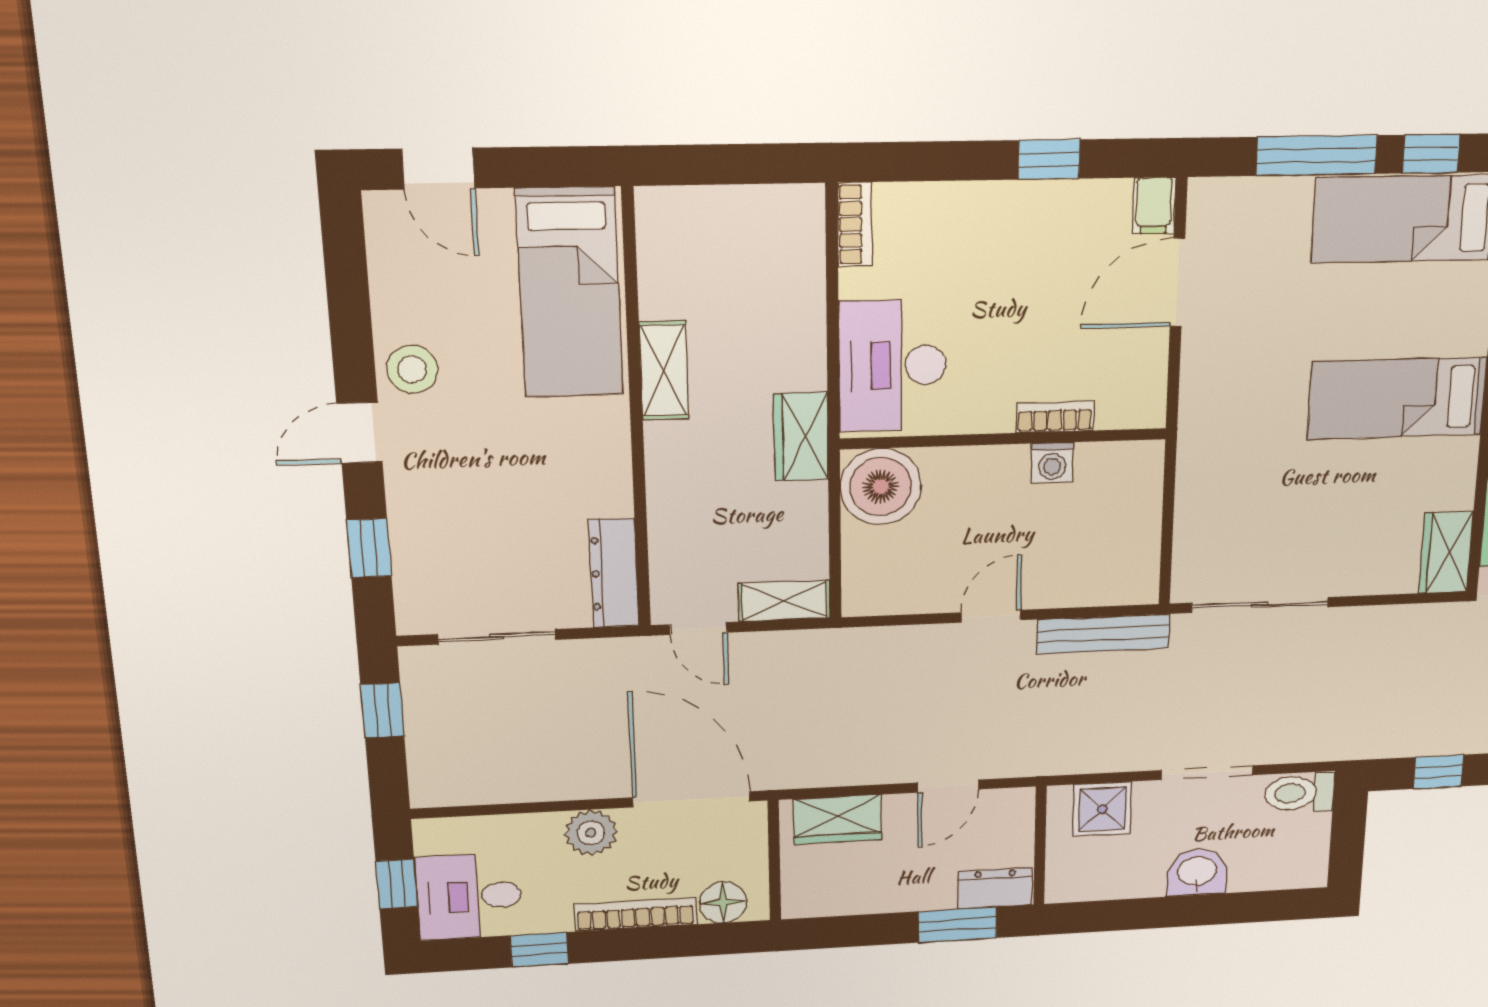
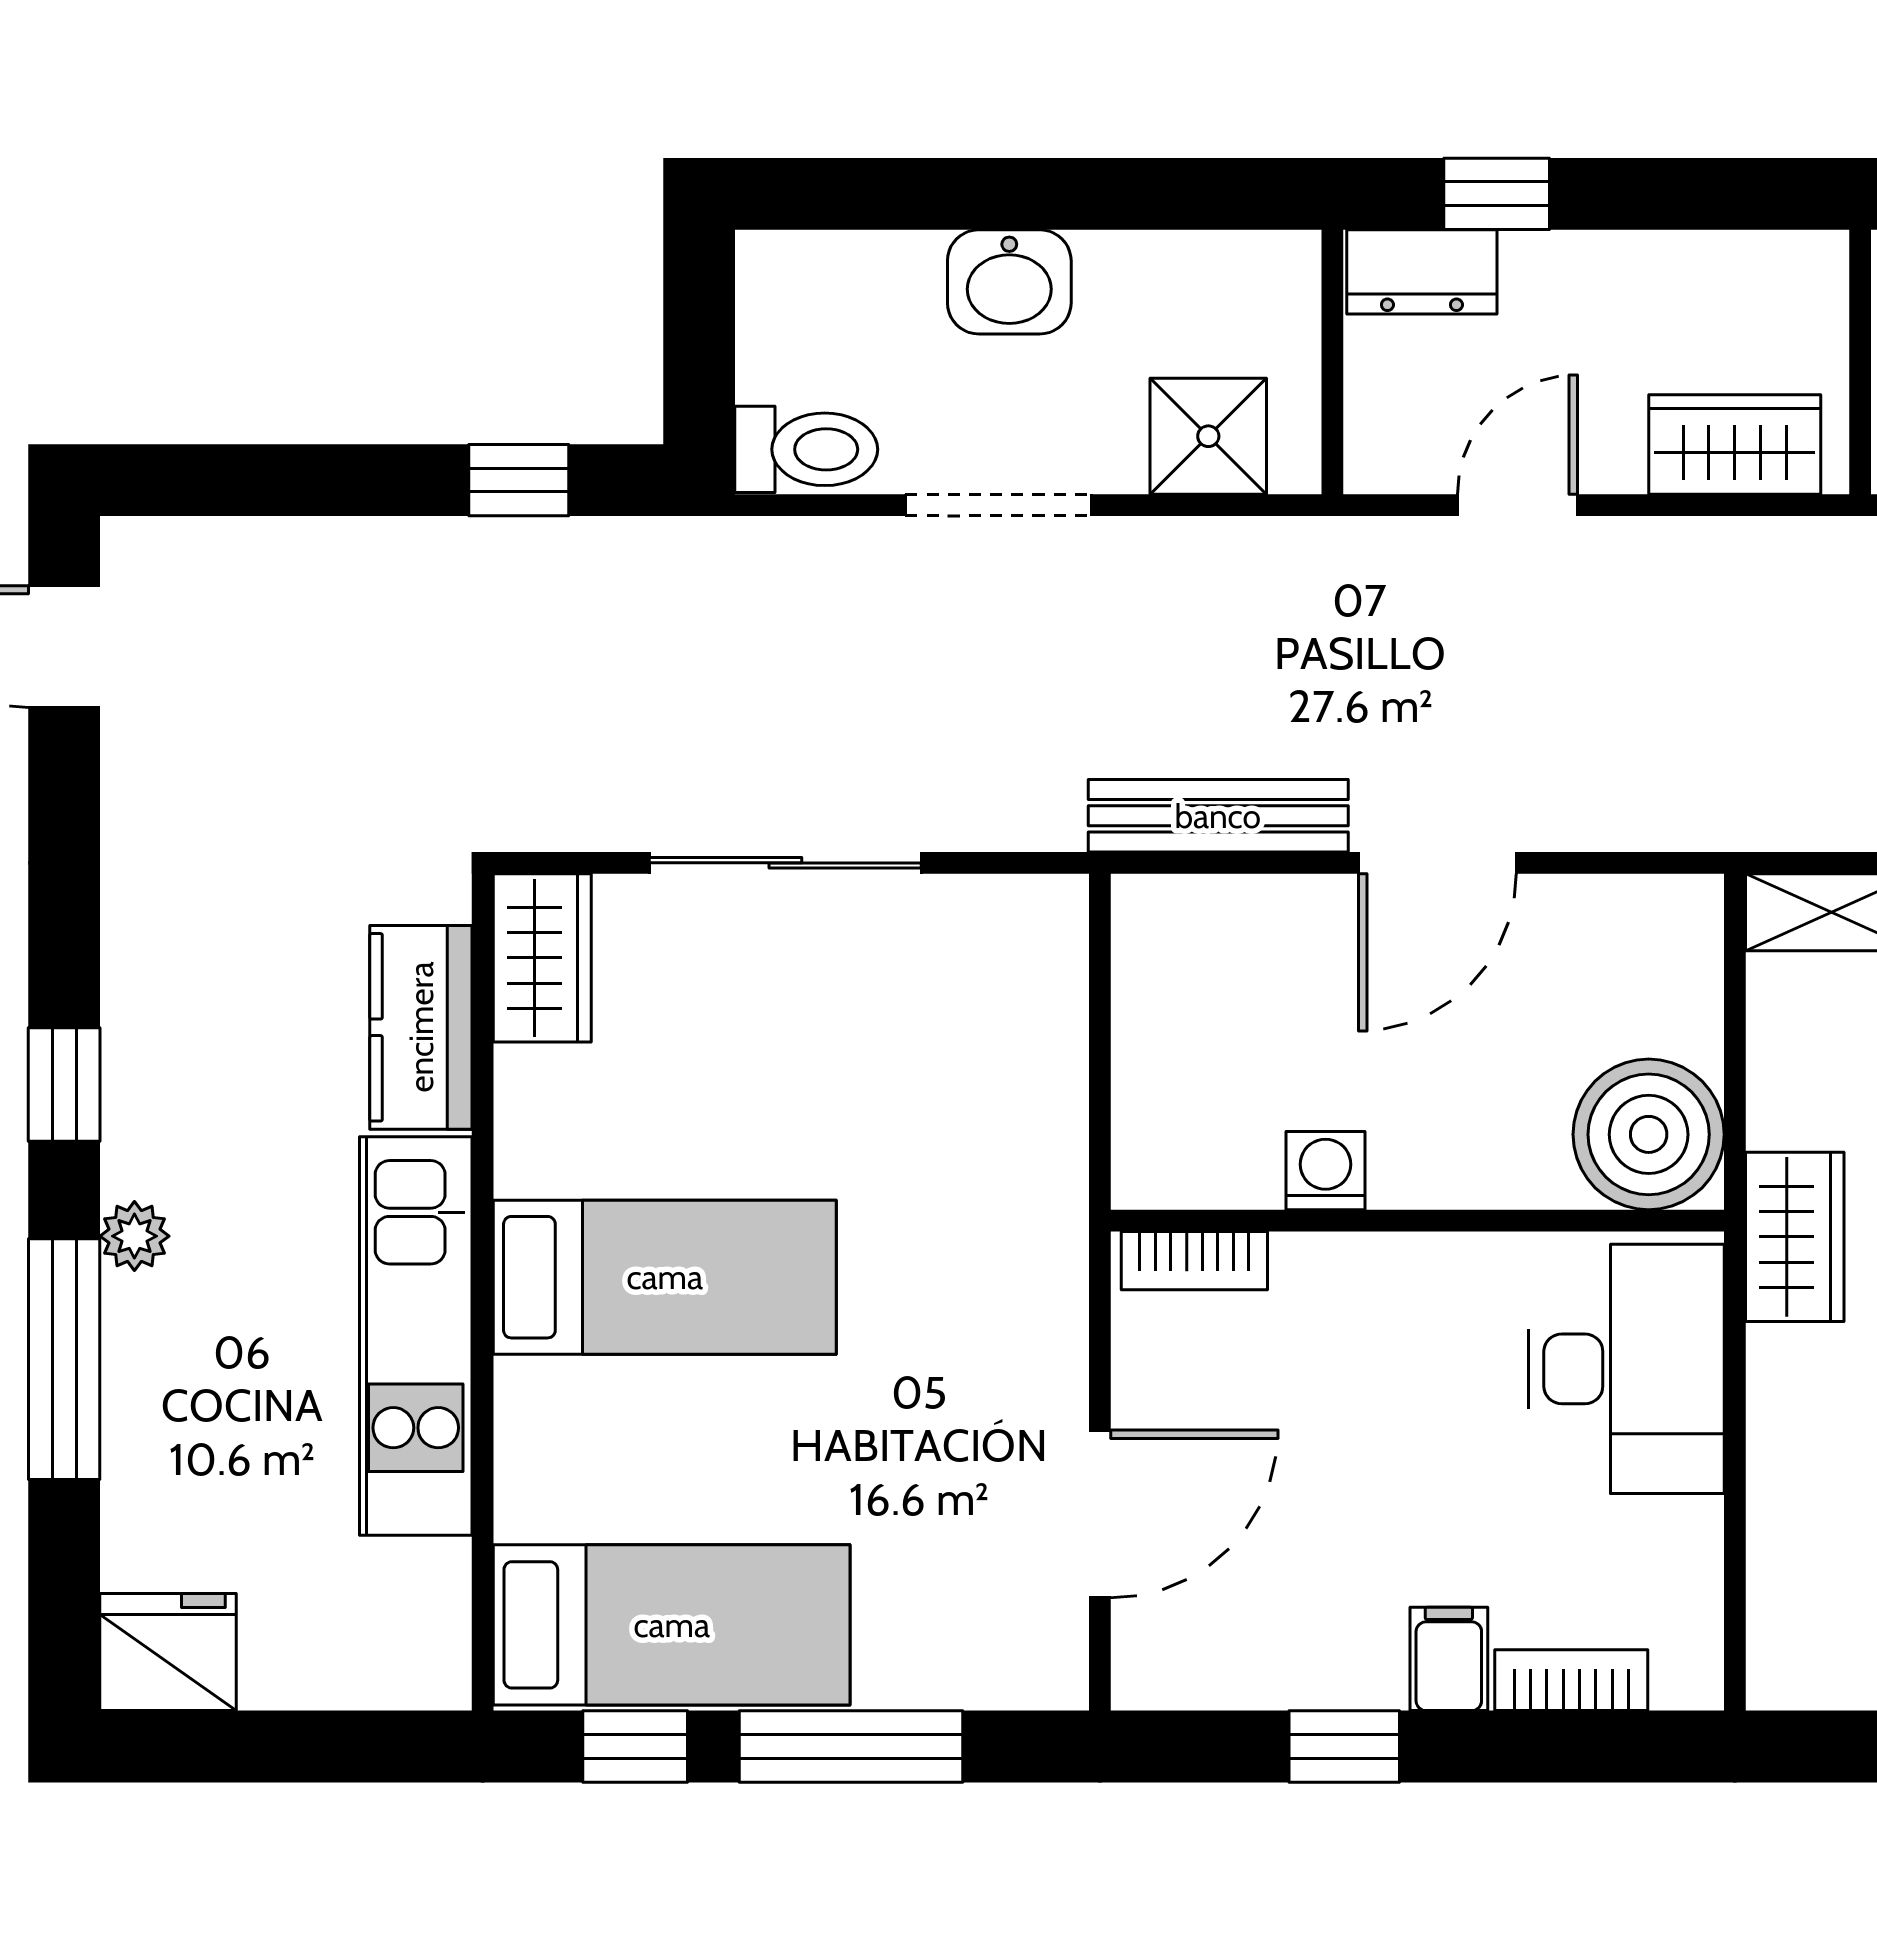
filing cabinet: (1154, 206) -> (1449, 1659), moved
bookcase: (855, 224) -> (1571, 1680), moved, turned 90
bookcase: (1055, 417) -> (1194, 1261), moved
sliding door: (1260, 605) -> (785, 863), moved
door: (991, 616) -> (1437, 863), width x1.38
window: (958, 925) -> (1497, 194), width x0.67

